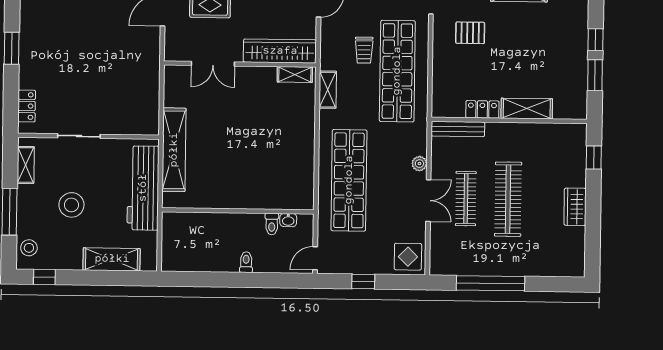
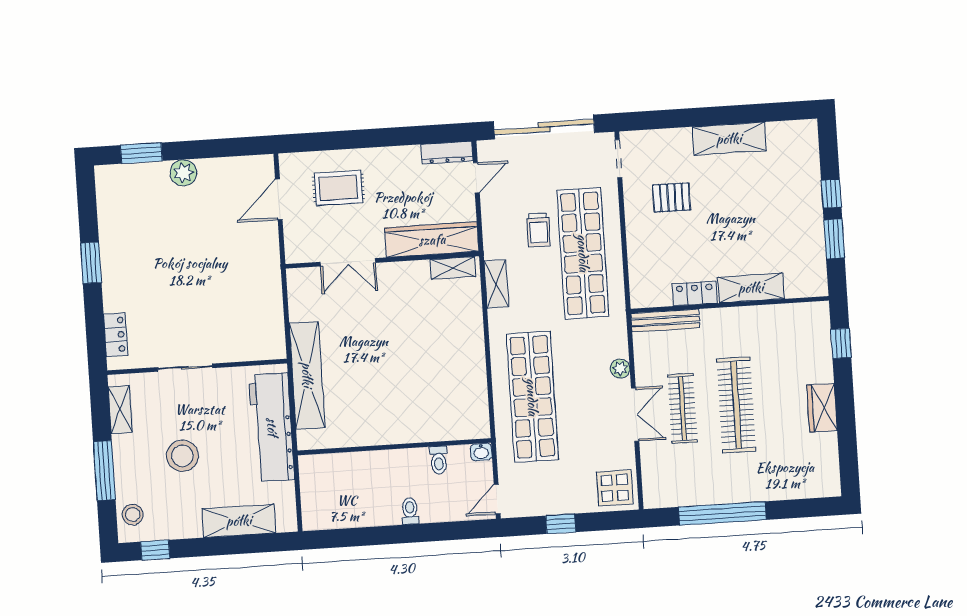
washbasin: (288, 220) -> (481, 452), moved

